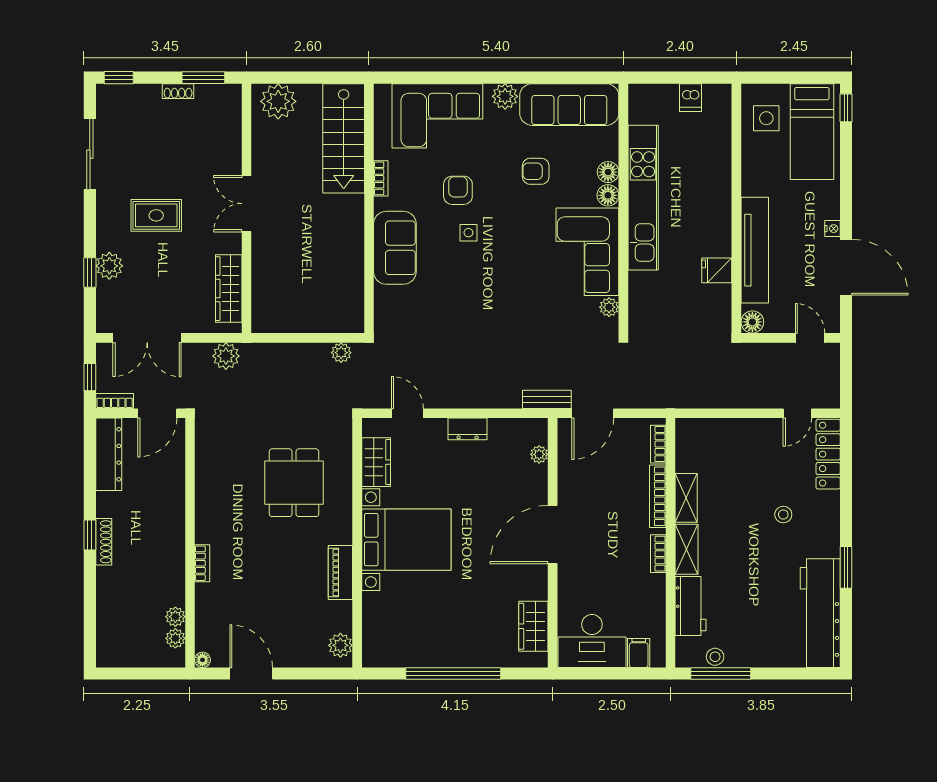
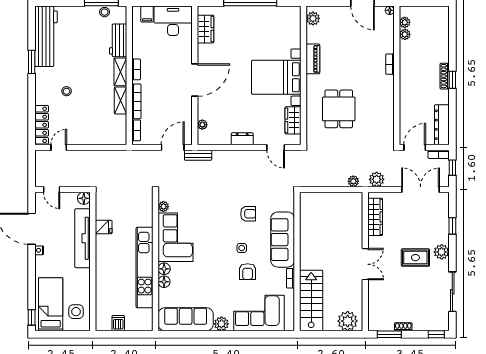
armchair: (536, 171) -> (248, 214), moved
sofa: (395, 248) -> (283, 240), width x1.36
plant: (109, 266) -> (442, 252), moved
plant: (341, 353) -> (353, 181), moved

